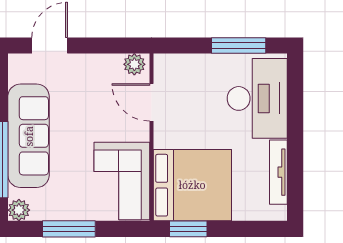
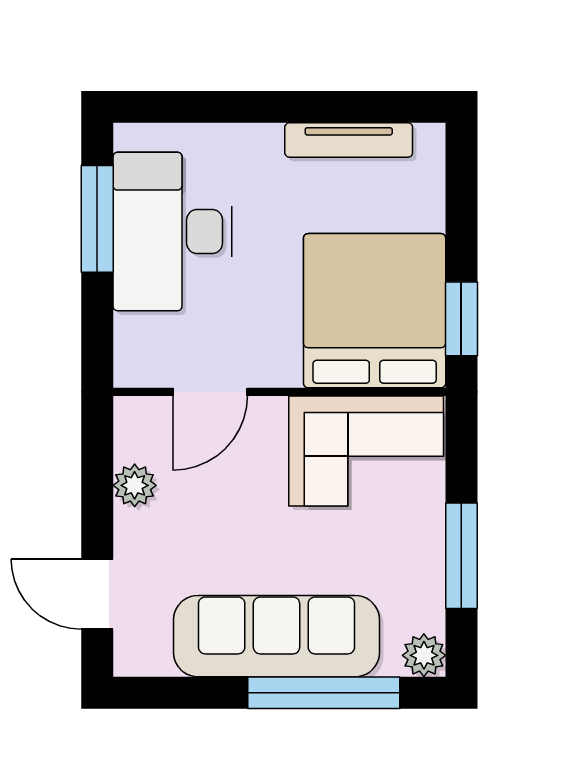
plant: (134, 64) -> (135, 485), moved
desk: (257, 98) -> (172, 231), moved, turned -90

